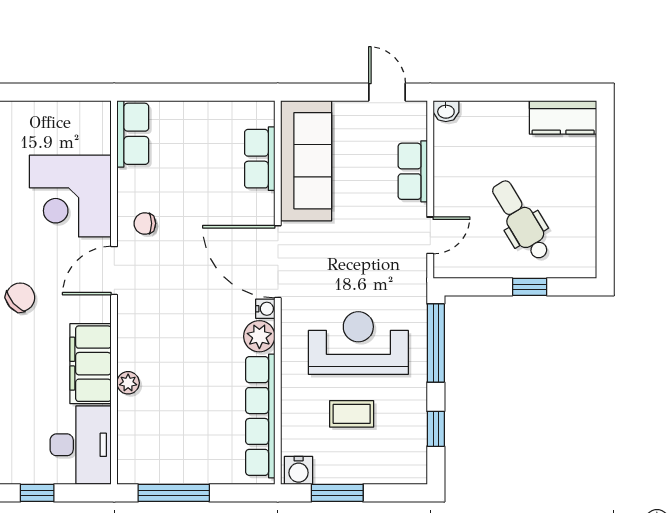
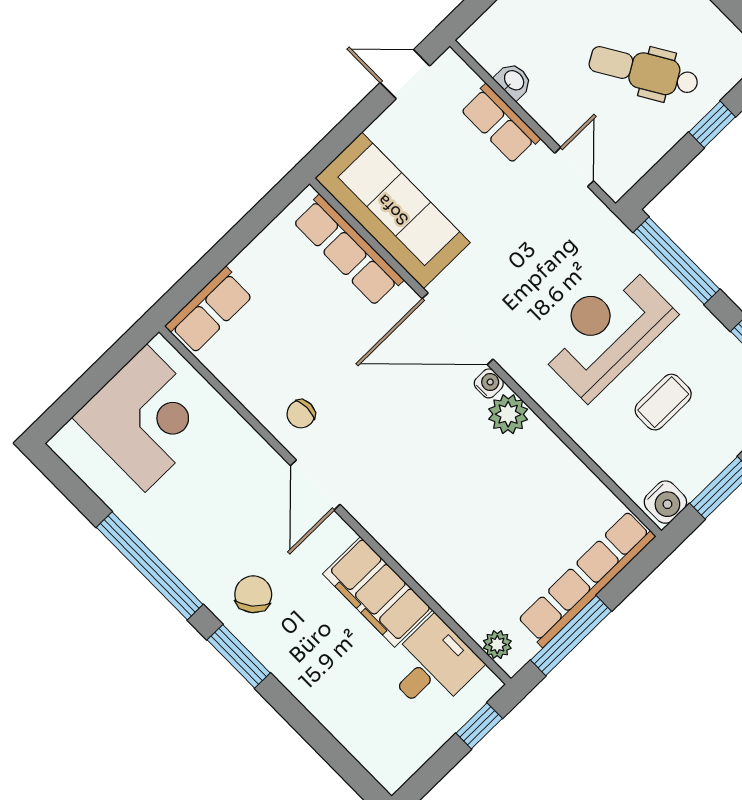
washbasin: (446, 111) -> (513, 81), moved, turned -90
row of seats: (133, 134) -> (209, 310), moved, turned 90
row of seats: (260, 159) -> (348, 250), width x1.48
corner desk: (70, 196) -> (146, 418), moved, turned -90
plant: (128, 383) -> (497, 645), moved
row of seats: (260, 416) -> (586, 579), moved, turned 90
desk: (81, 445) -> (432, 666), width x0.73
window: (37, 493) -> (479, 726), moved

